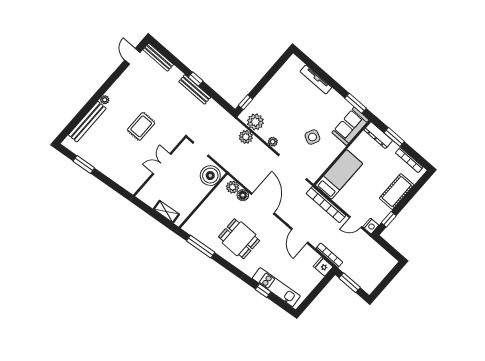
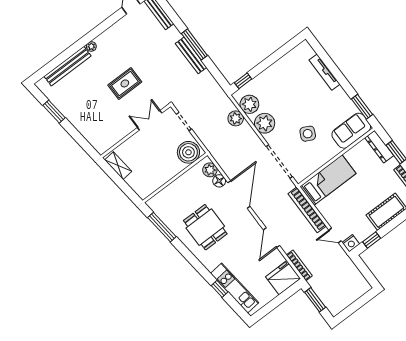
window: (196, 79) -> (194, 44), width x2.17
plant: (273, 142) -> (265, 123), width x1.88, depth x1.88
double door: (162, 164) -> (150, 120), moved
shelving: (166, 212) -> (118, 166), moved
fridge: (323, 267) -> (283, 278), width x1.88, depth x1.34

